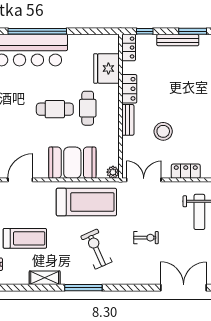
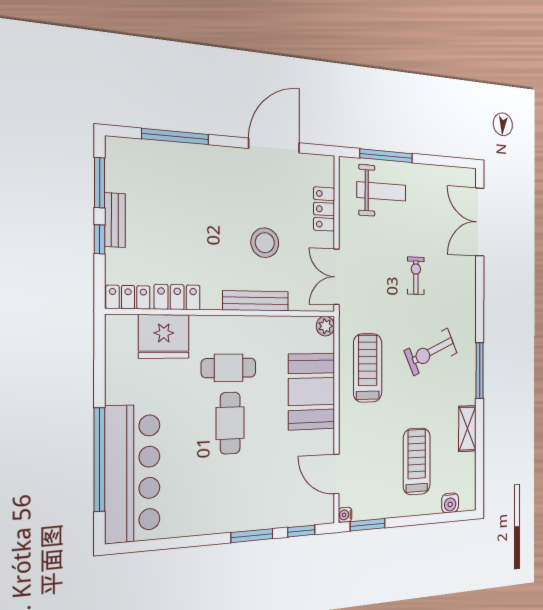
window: (145, 31) -> (99, 239), moved
bench: (178, 40) -> (115, 220), width x0.73
locker: (129, 89) -> (177, 297), moved
bench: (128, 120) -> (256, 301), width x1.36
treadmill: (86, 202) -> (368, 368), width x0.73, depth x0.73

